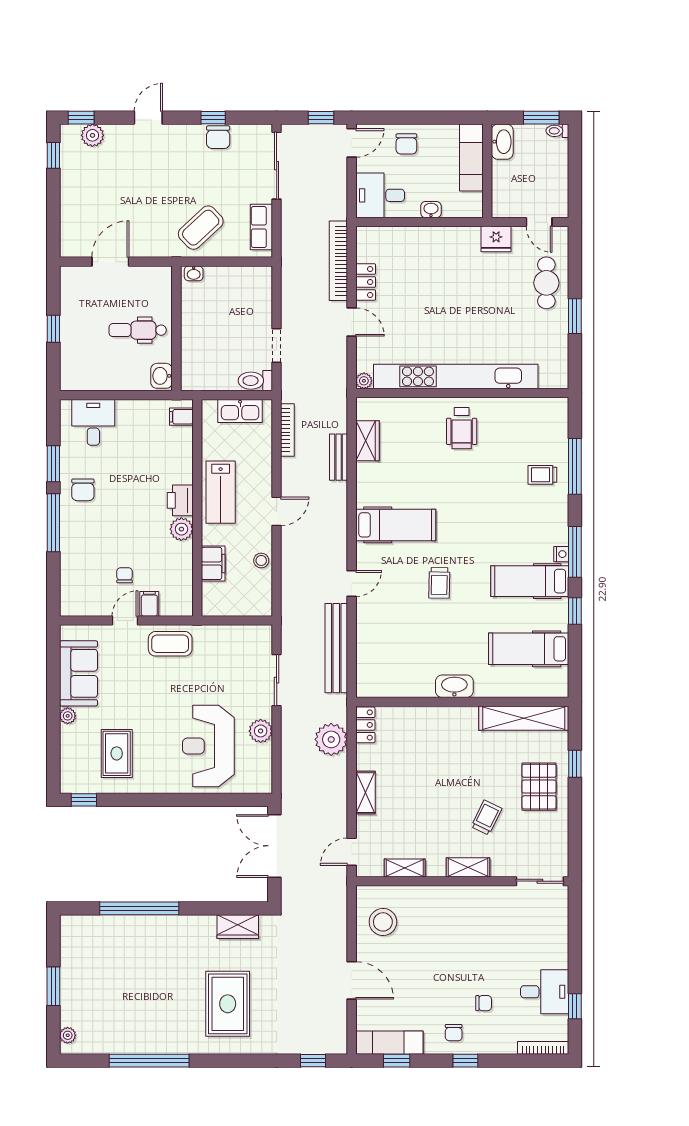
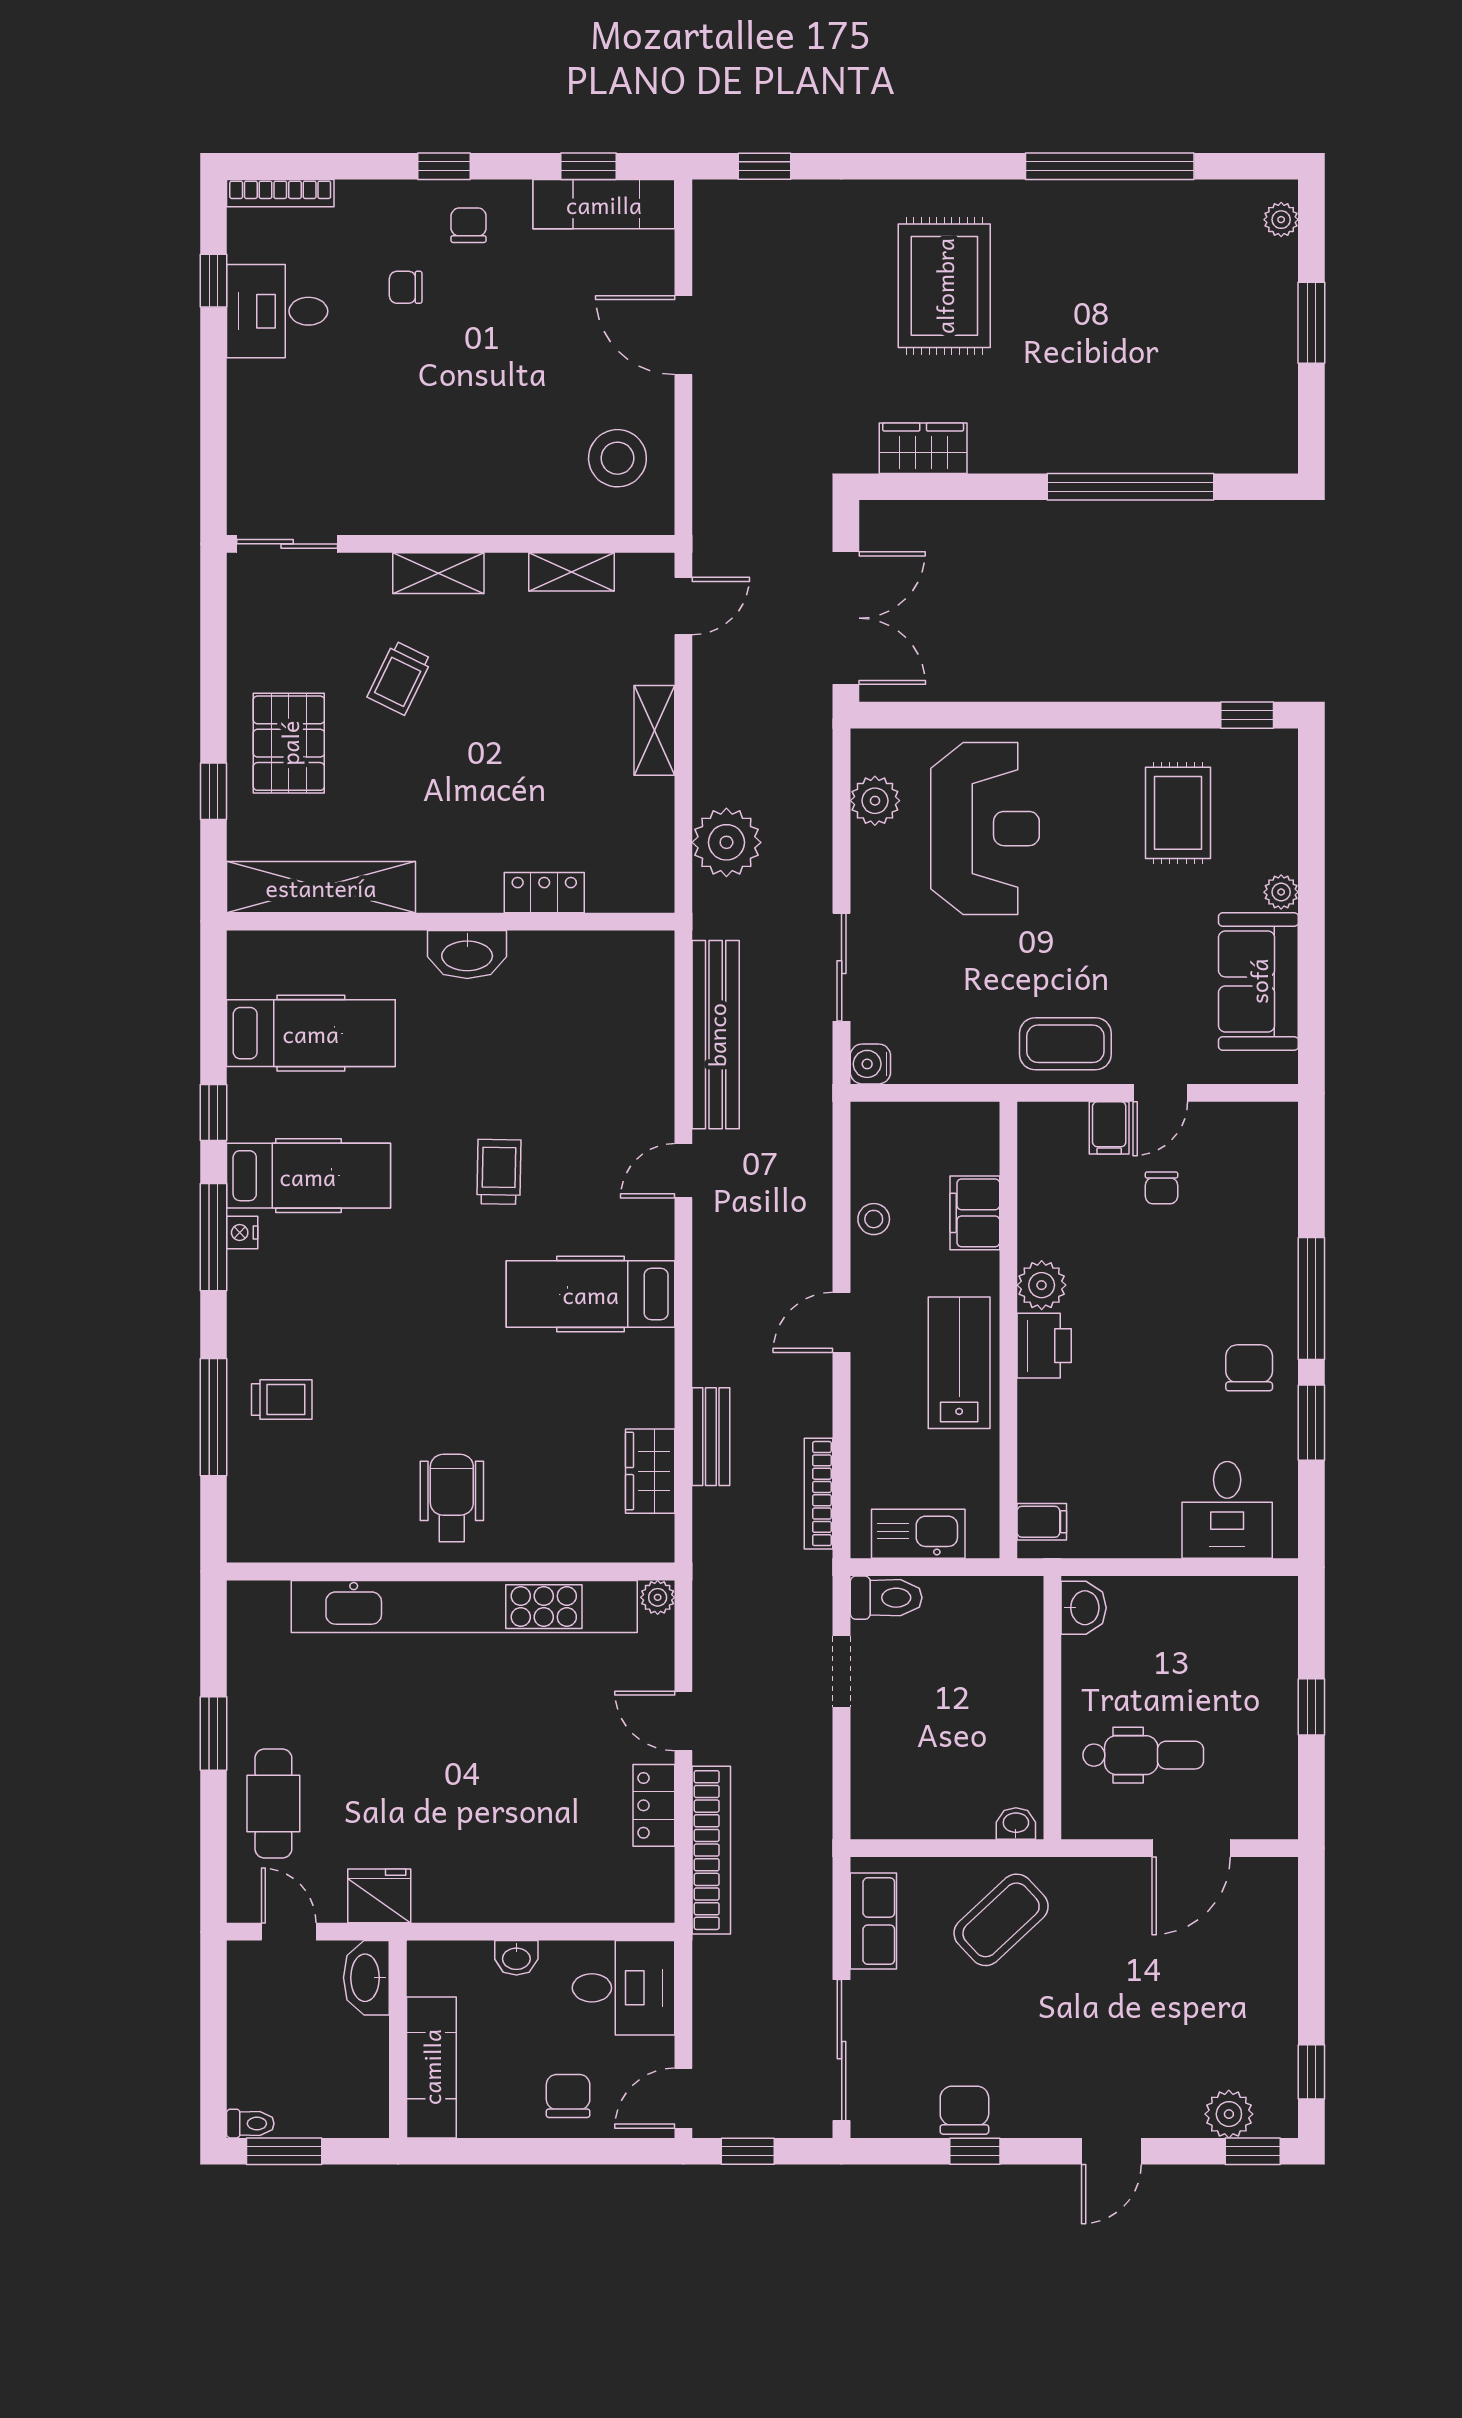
washbasin: (502, 142) -> (366, 1978), moved
dental chair: (138, 330) -> (1143, 1755), moved
water cooler: (263, 634) -> (870, 1064), added
locker: (365, 725) -> (544, 893), moved, turned 90
plant: (261, 731) -> (875, 801), moved

